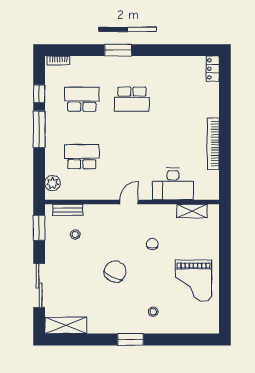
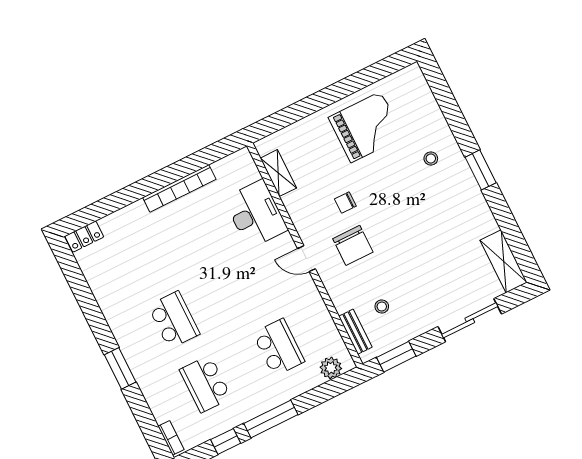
school desk: (82, 157) -> (279, 347), turned 180
chair: (115, 272) -> (353, 245), moved, turned -116

